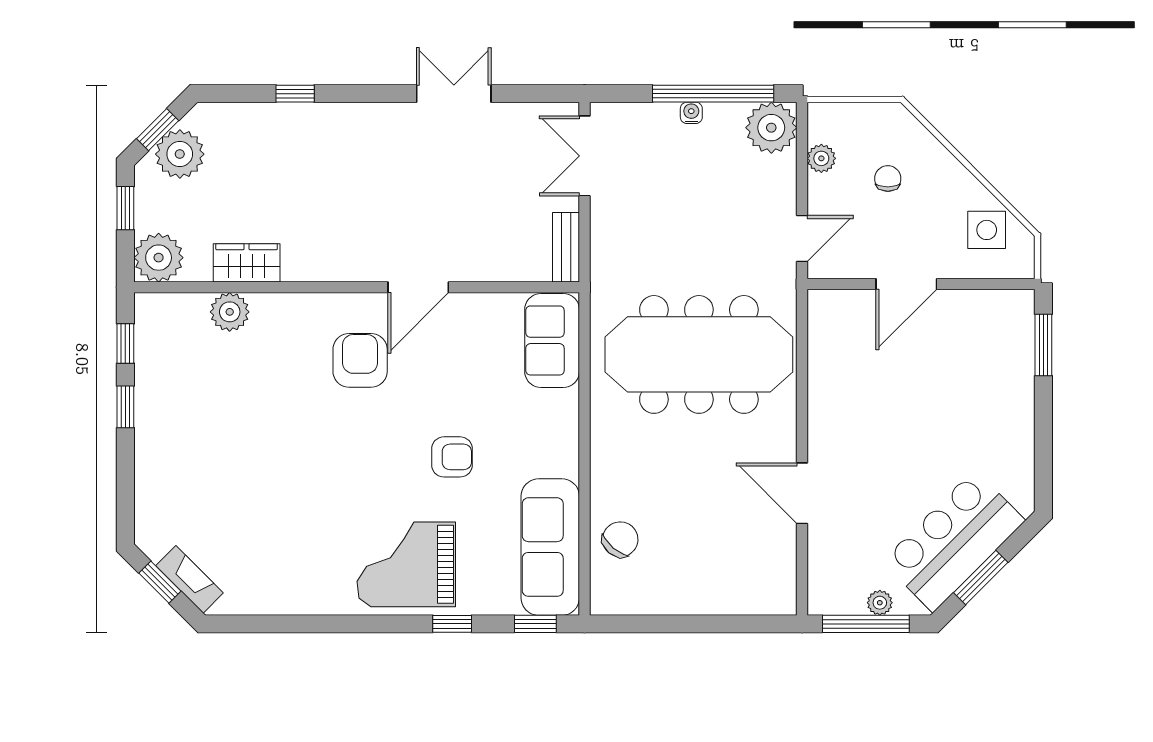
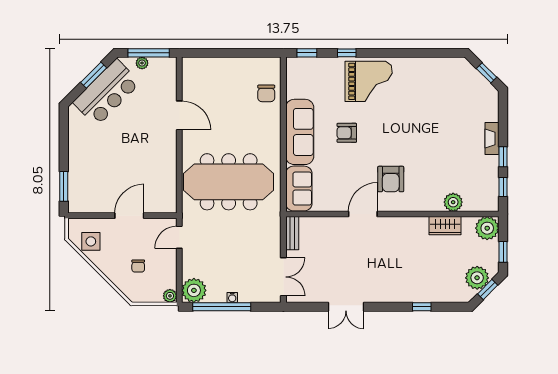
plant: (821, 158) -> (170, 296), moved
chair: (620, 539) -> (266, 93), turned -40
sofa: (550, 547) -> (300, 132), moved
fireplace: (189, 579) -> (492, 139), moved, turned 45

